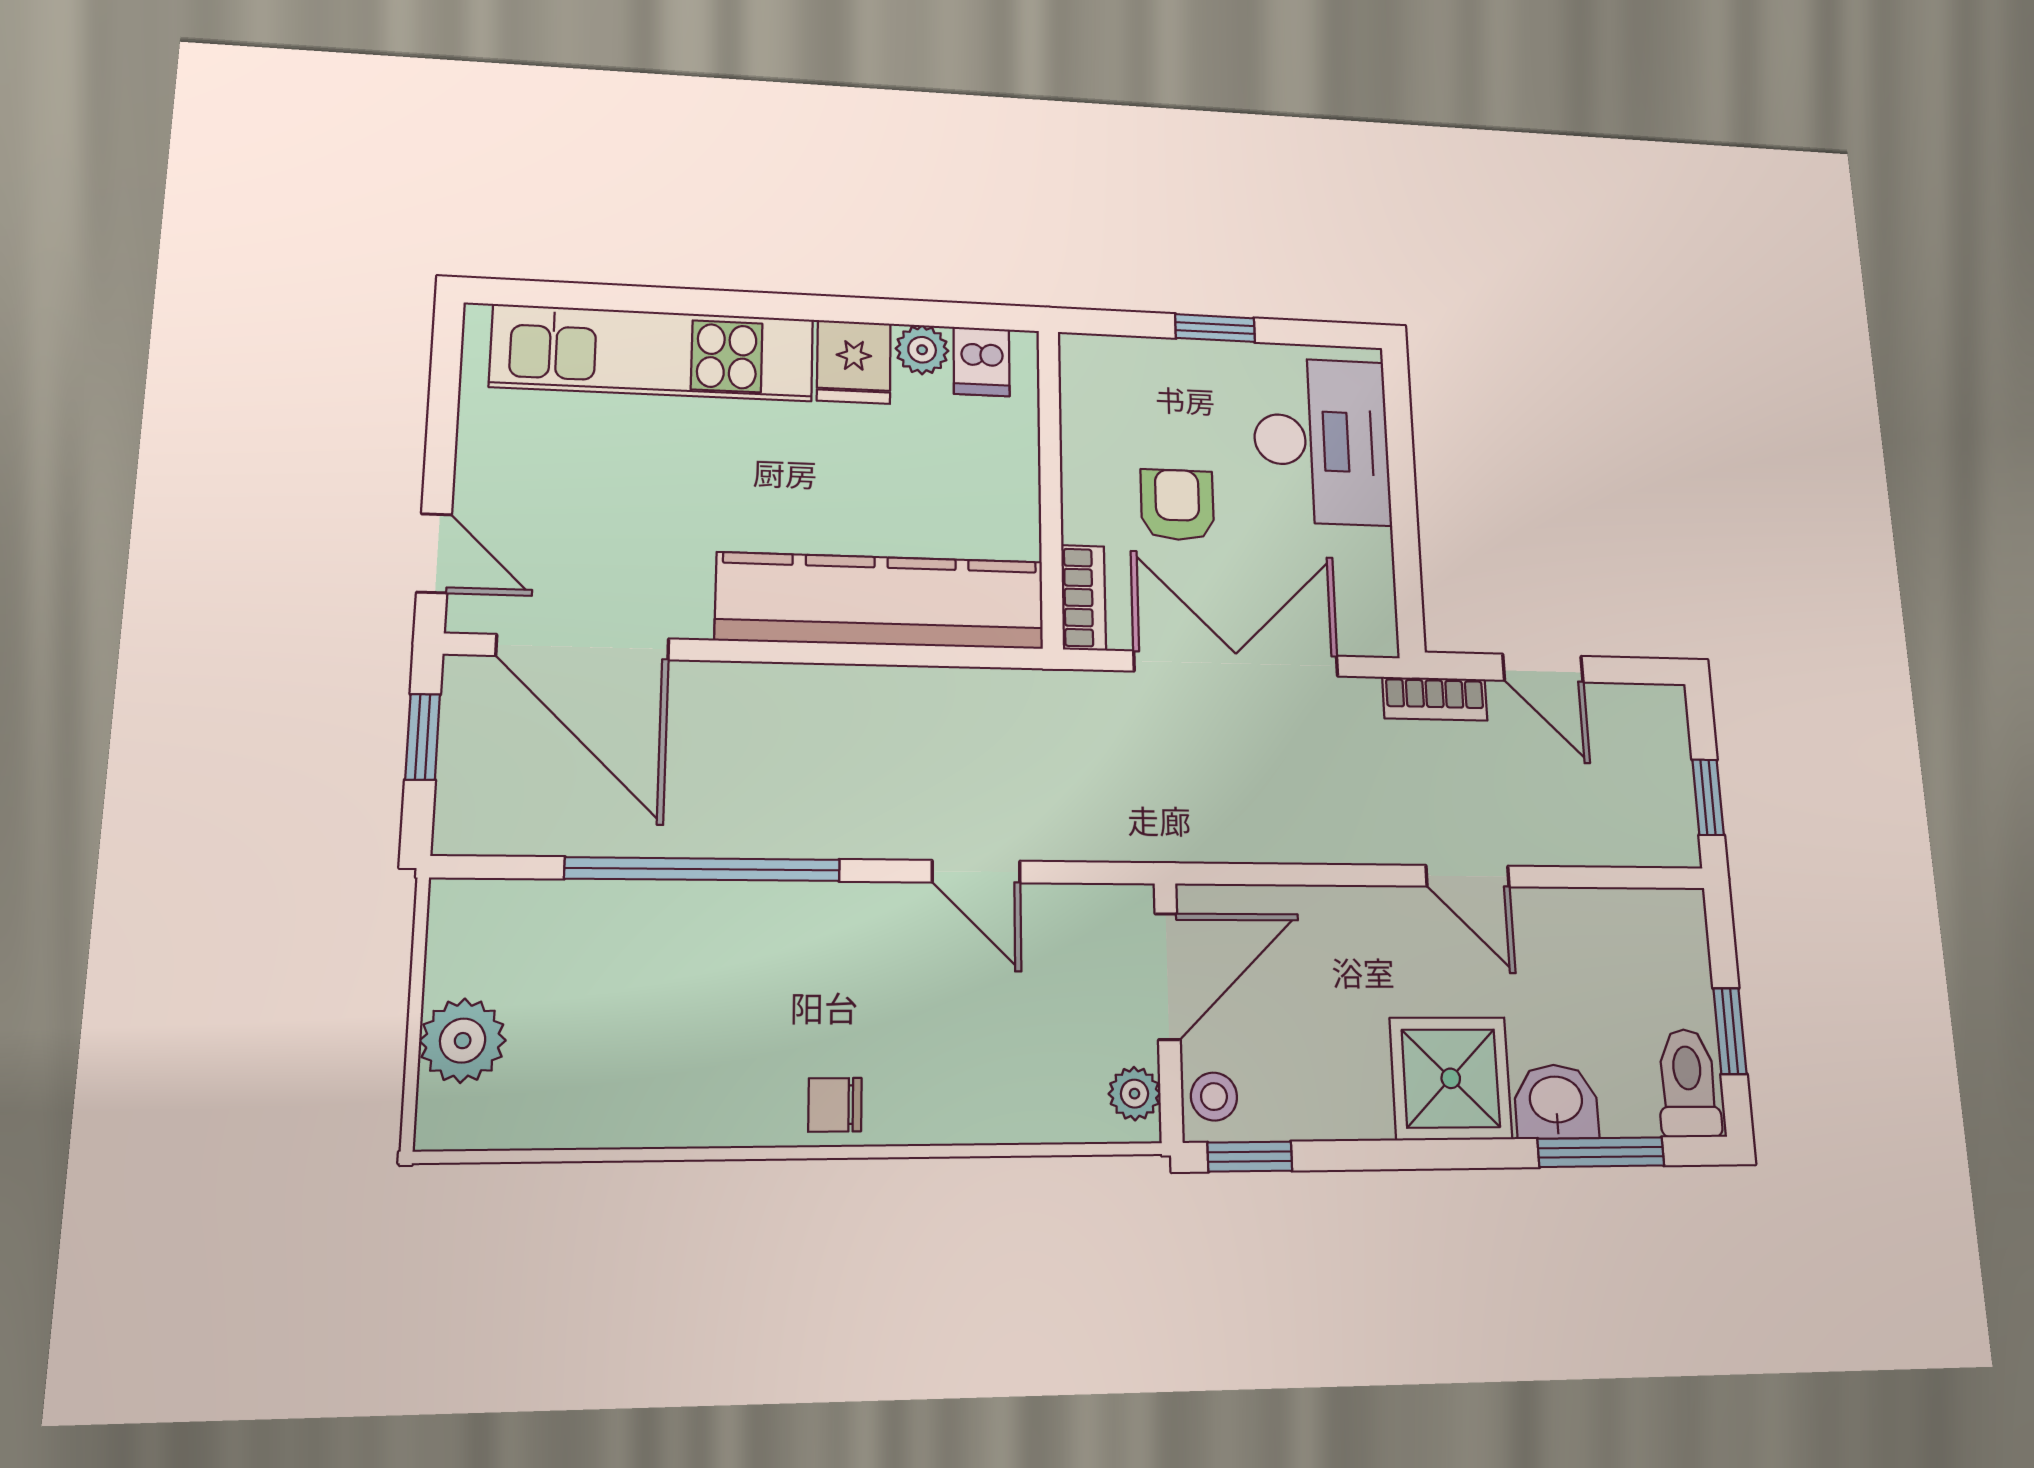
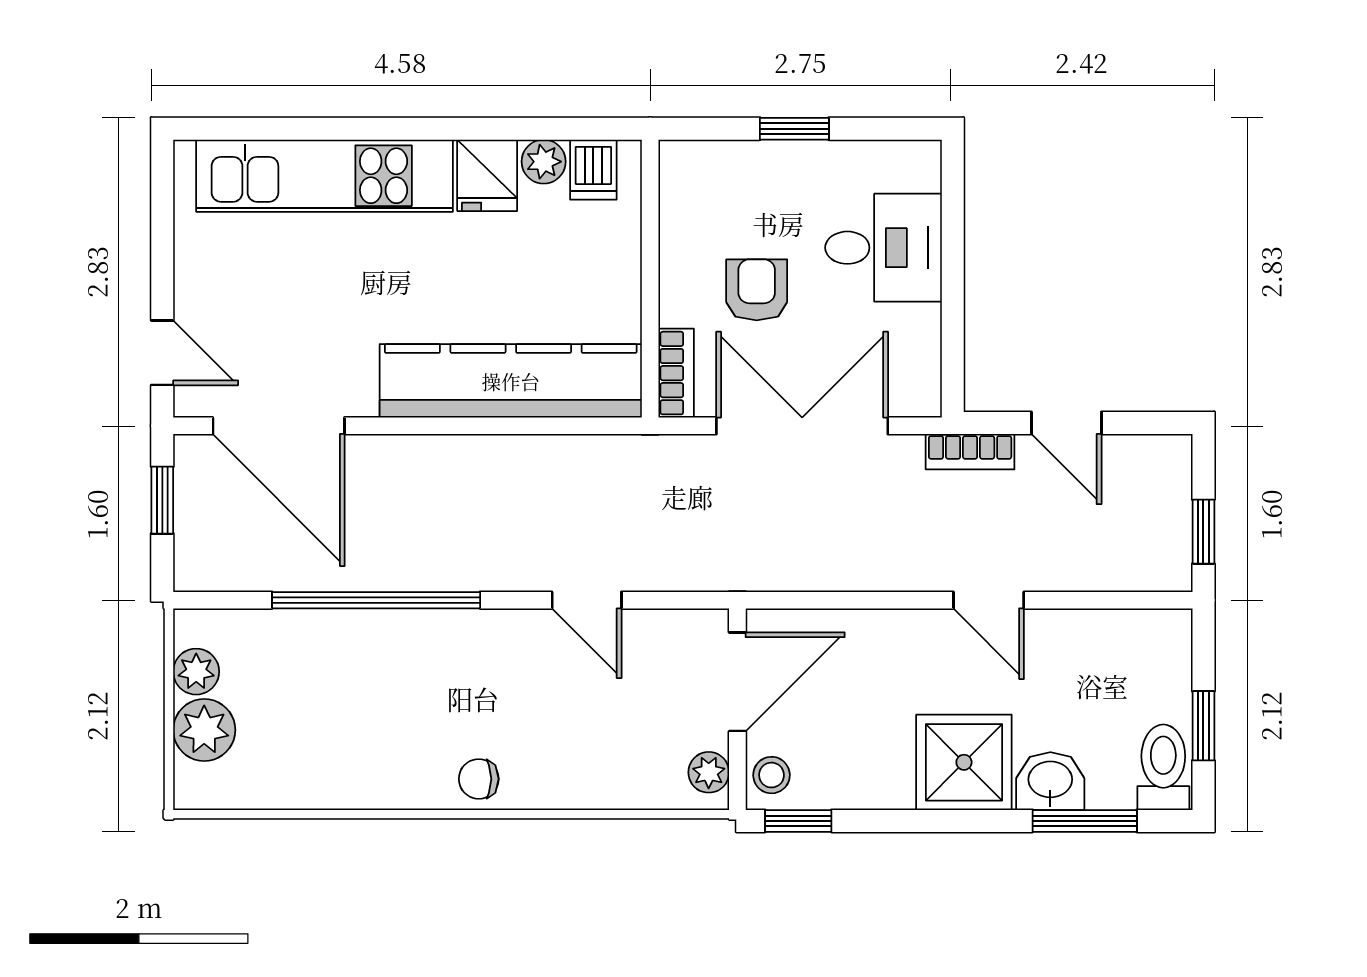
desk: (1321, 441) -> (883, 248), width x0.73
plant: (456, 962) -> (196, 672), added

